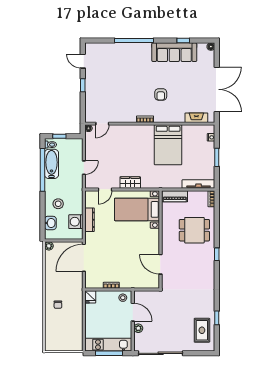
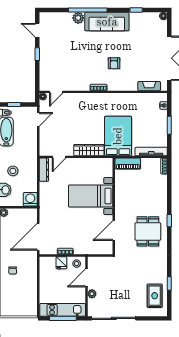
plant: (124, 49) -> (78, 18), added
sofa: (174, 52) -> (107, 22), moved
bed: (168, 145) -> (118, 136), moved, turned 180
door: (84, 168) -> (38, 119), moved
wardrobe: (130, 183) -> (89, 150), width x1.50
bed with nightstands: (137, 209) -> (91, 196), moved
dresser: (90, 220) -> (44, 170), moved
washing machine: (76, 222) -> (30, 199), moved, turned 90
dining table: (194, 230) -> (148, 231), moved, turned 90
door: (84, 258) -> (38, 237), moved
door: (160, 264) -> (114, 231), hinge flipped
fridge: (90, 297) -> (61, 263), moved
door: (133, 312) -> (86, 278), swing flipped

